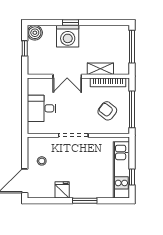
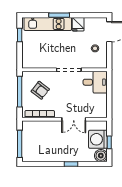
washing machine: (68, 36) -> (98, 139), moved, turned -90
shelving: (100, 69) -> (46, 125), removed
double door: (67, 76) -> (74, 119), swing flipped
desk: (42, 108) -> (95, 82), moved
kitchen unit: (121, 170) -> (48, 24), moved, turned 90

